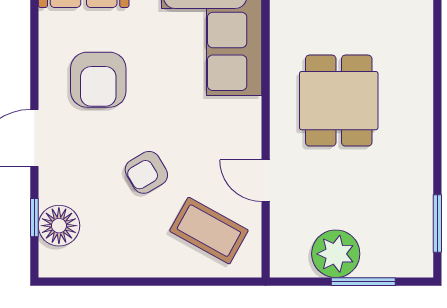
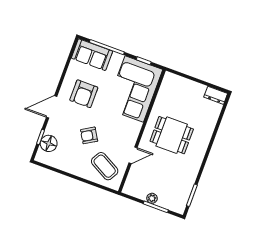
dining table: (339, 101) -> (172, 135), turned 90
door: (266, 181) -> (133, 155), swing flipped
plant: (336, 254) -> (152, 198), width x0.53, depth x0.53

